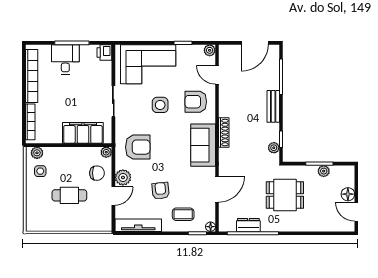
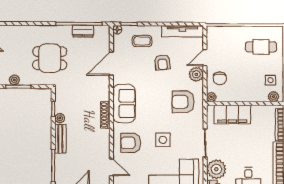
plant: (101, 72) -> (216, 169), added
armchair: (196, 102) -> (131, 143), turned 180
plant: (274, 148) -> (60, 118), moved
chair: (97, 173) -> (220, 78), turned -90
cafe table: (69, 195) -> (261, 47), moved

